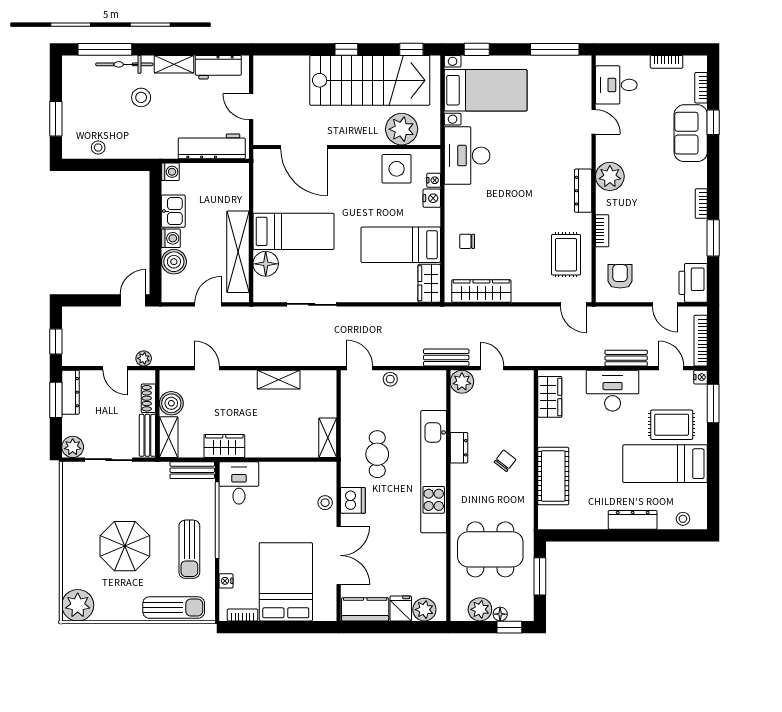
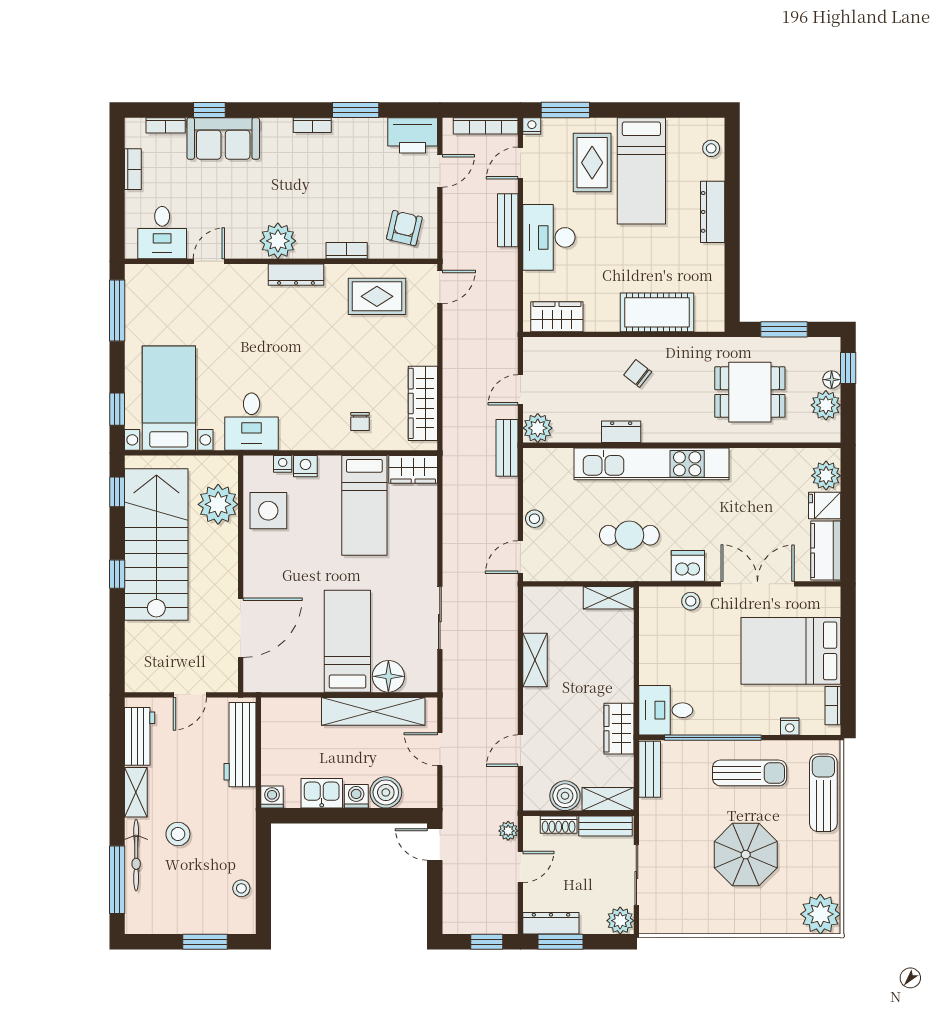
desk: (467, 156) -> (252, 422), width x0.73
armchair: (620, 276) -> (404, 228), turned 103
dining table: (490, 549) -> (750, 392), width x0.73

